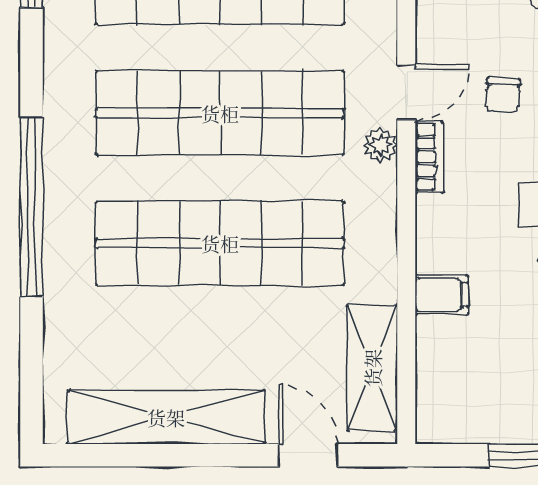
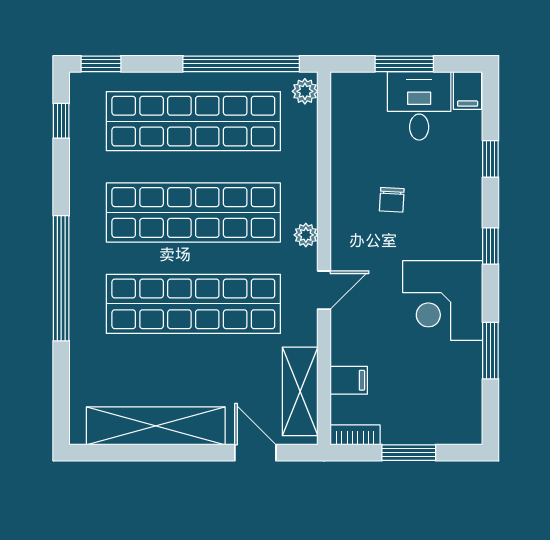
door: (406, 92) -> (324, 290), moved
bookcase: (429, 157) -> (355, 435), moved, turned -90
filing cabinet: (442, 295) -> (349, 380), moved

